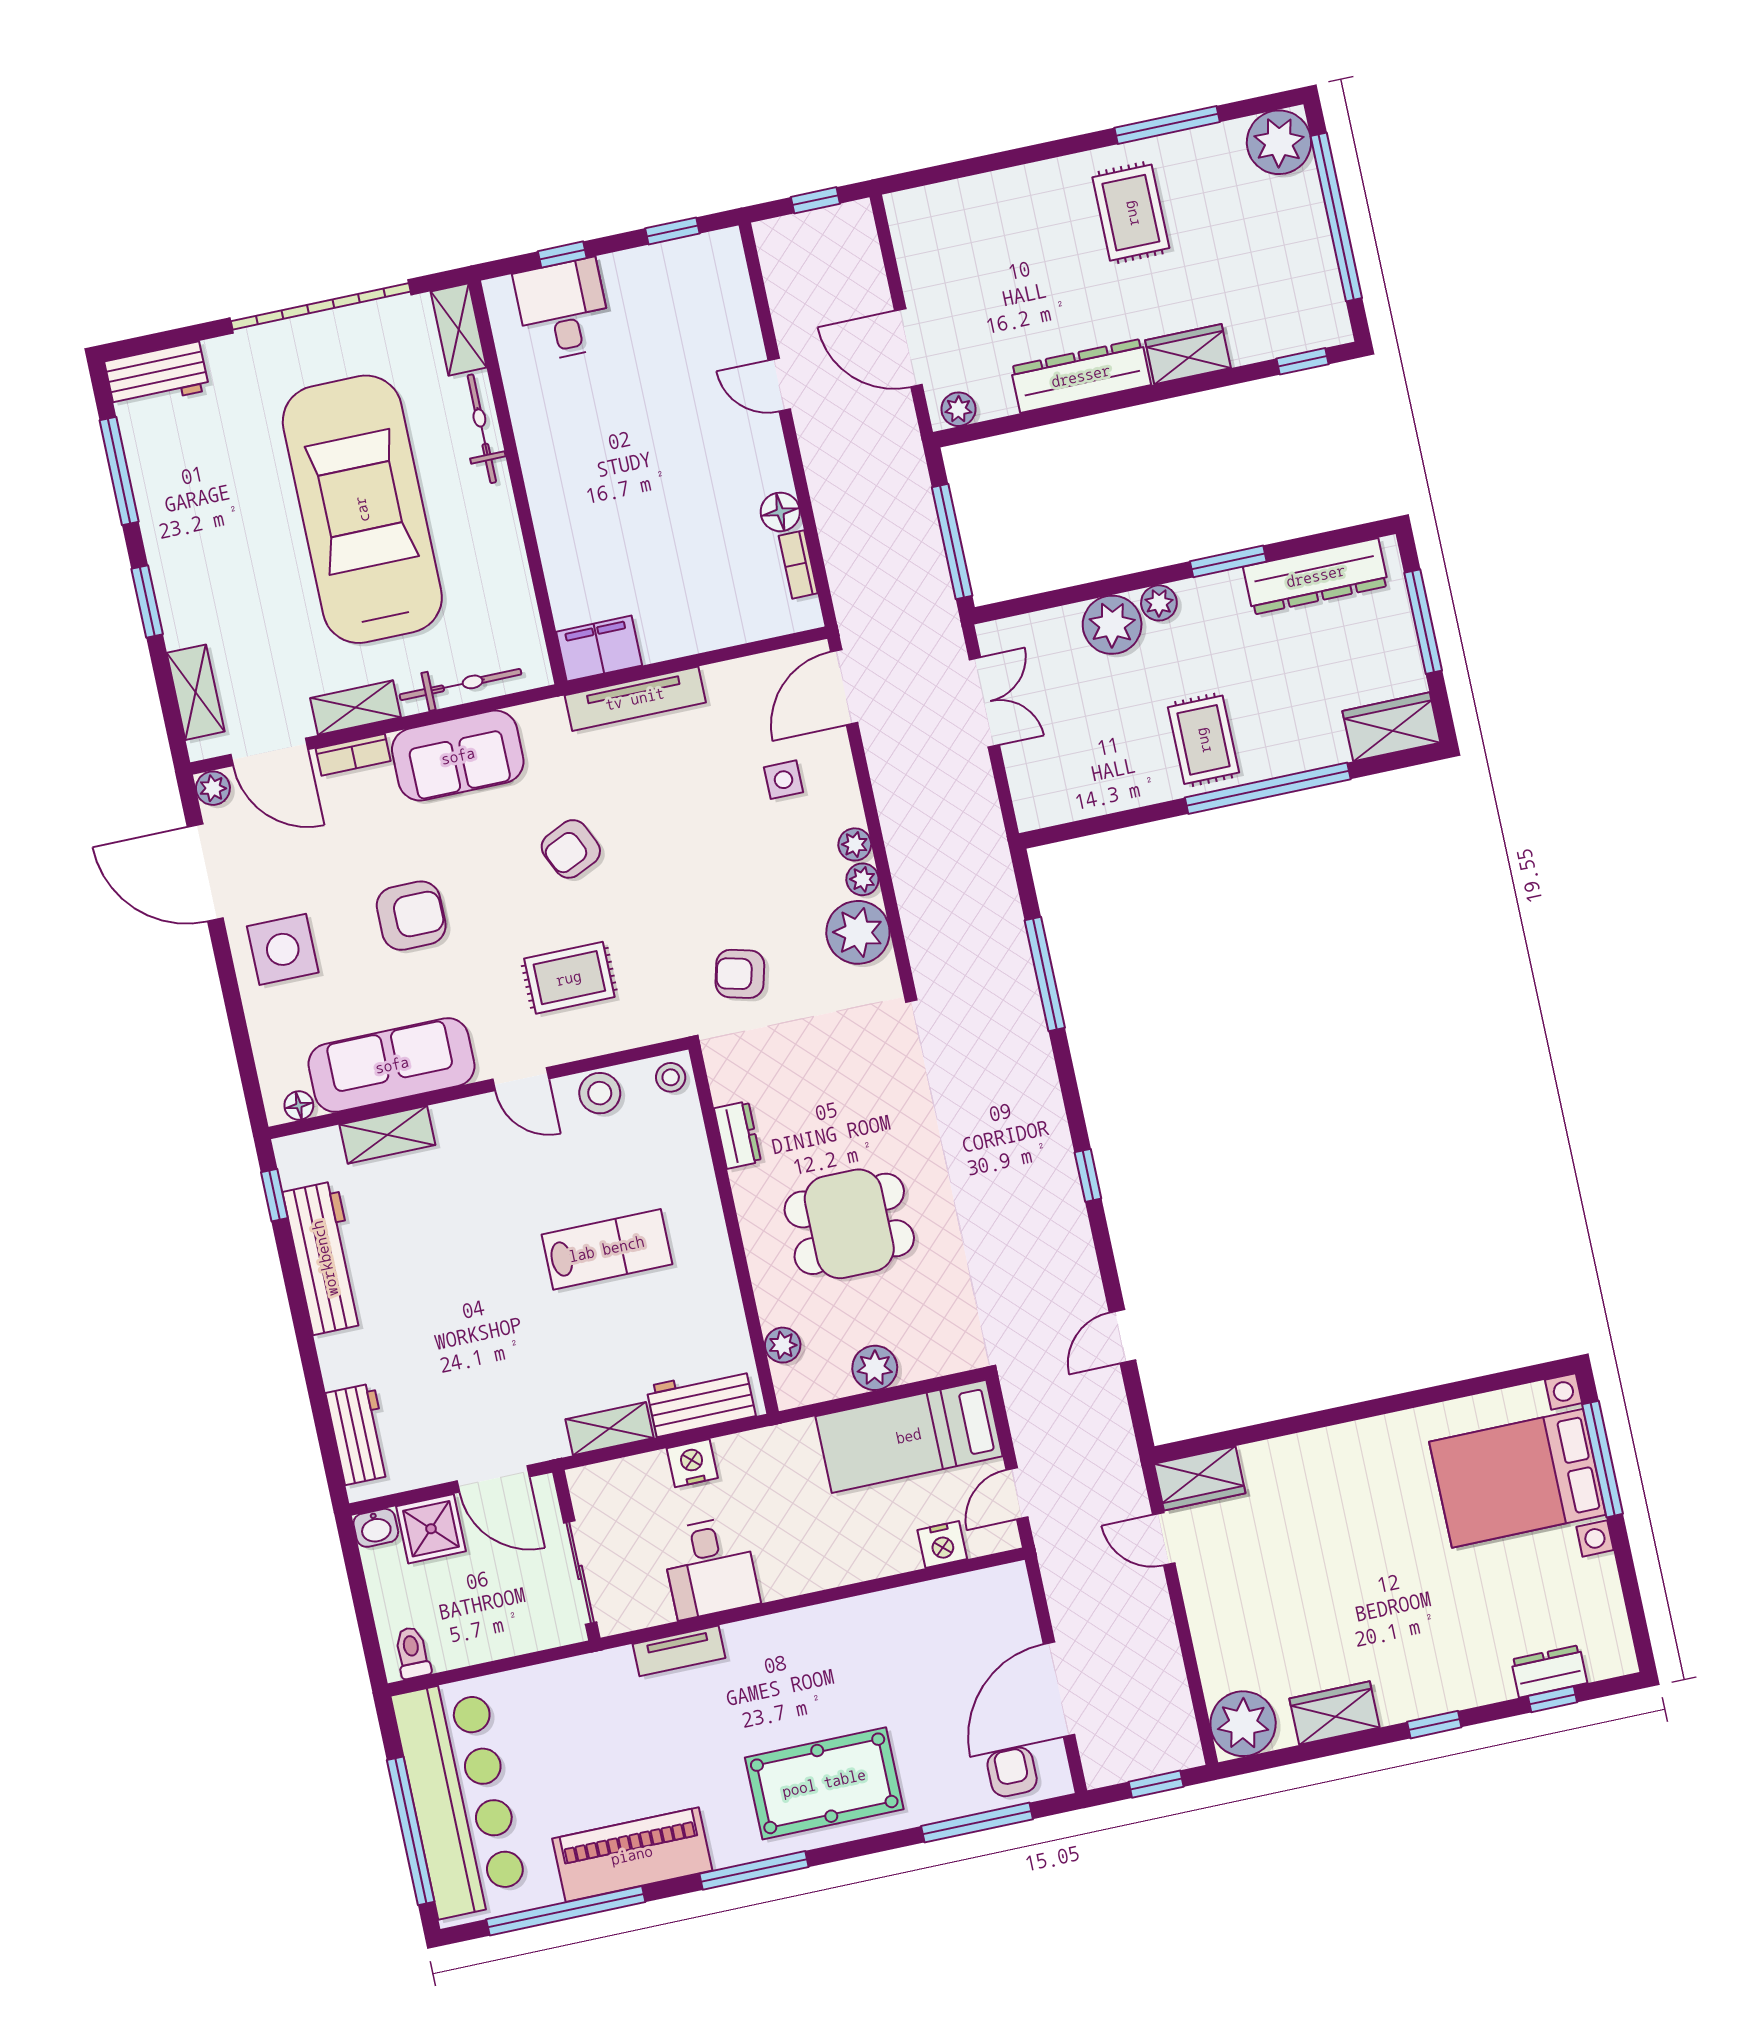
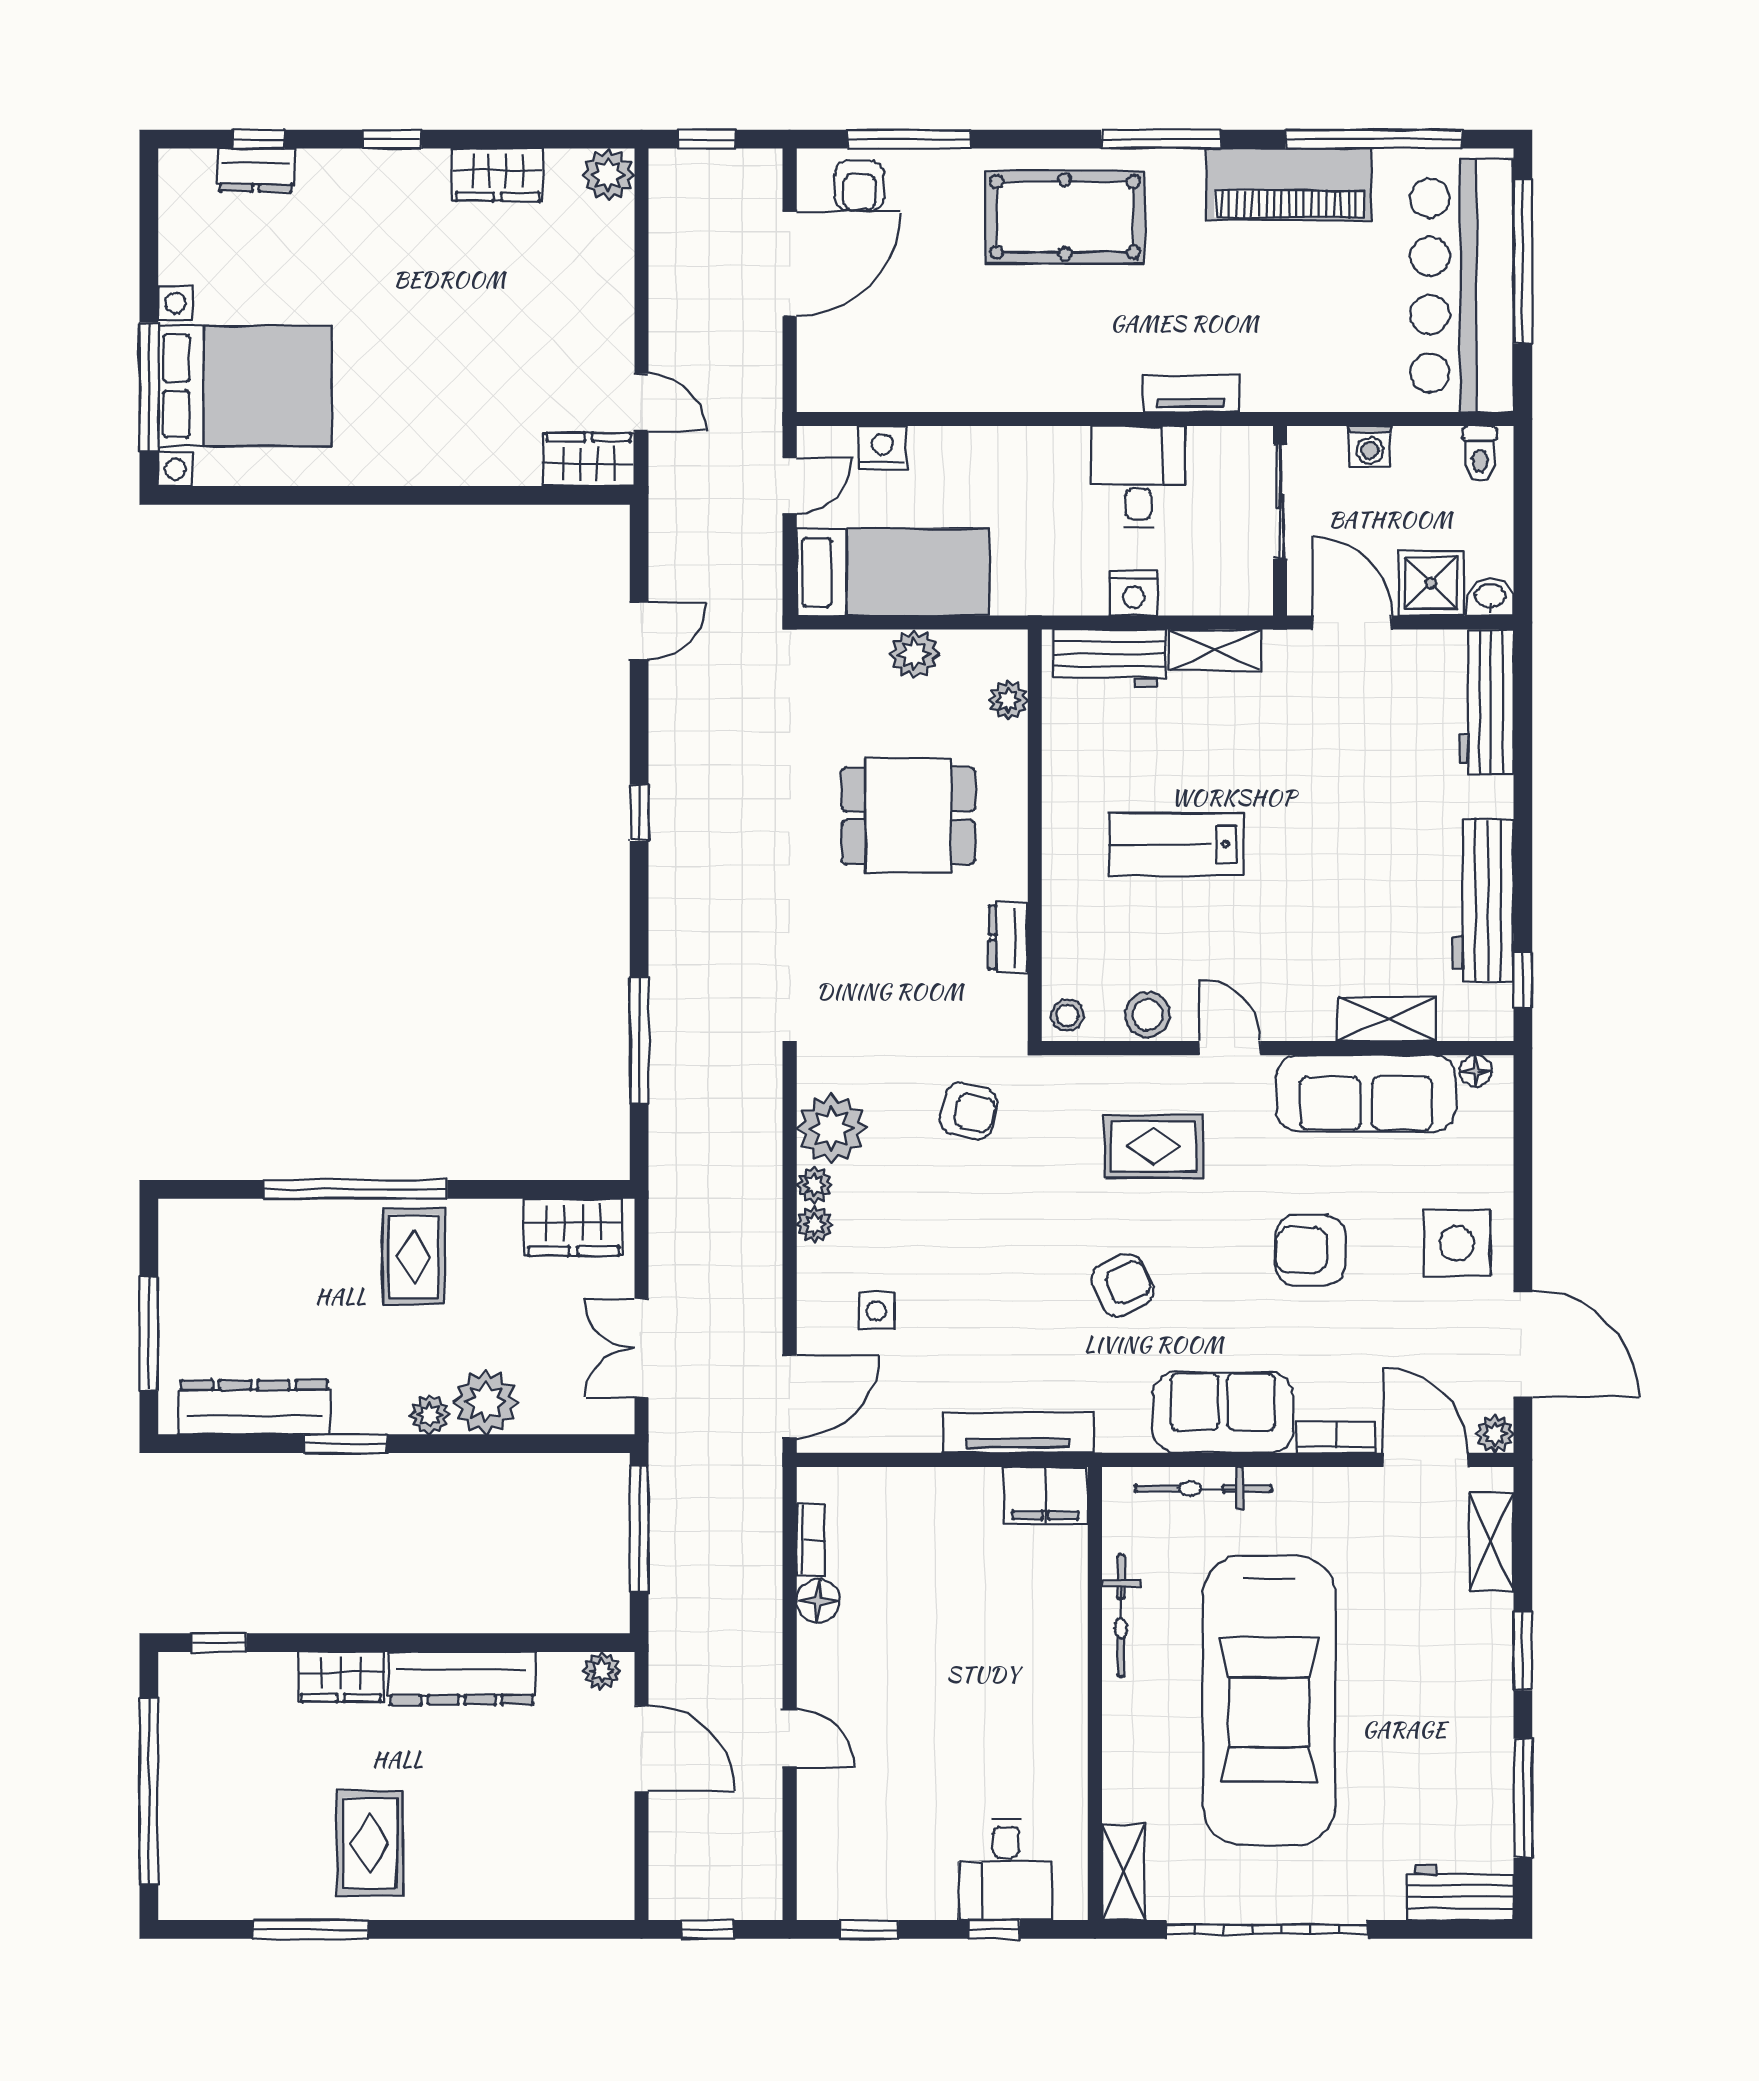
plant: (1279, 142) -> (193, 1885), removed
bicycle: (482, 429) -> (1121, 1616), moved
shelving: (355, 708) -> (1322, 1488), removed
wardrobe: (1391, 727) -> (573, 1227), moved
workbench: (359, 1434) -> (1487, 702), width x1.38
washing machine: (511, 1638) -> (1370, 447), added
plant: (1243, 1724) -> (608, 175), width x0.73, depth x0.73

